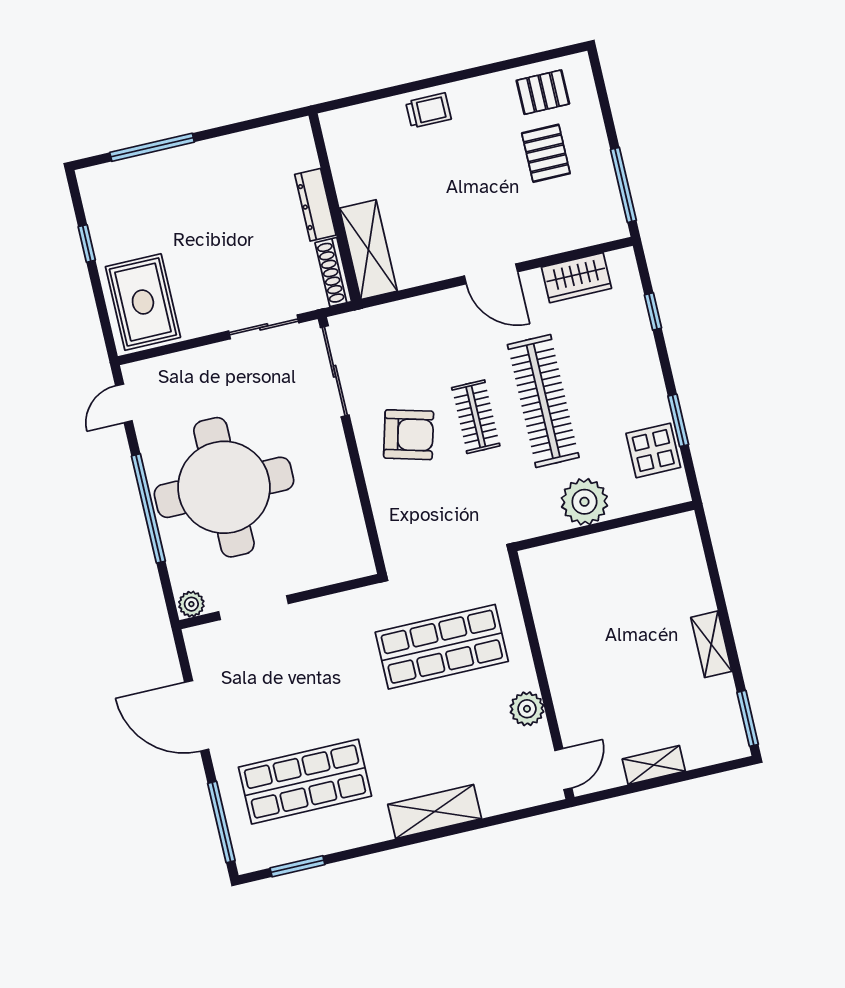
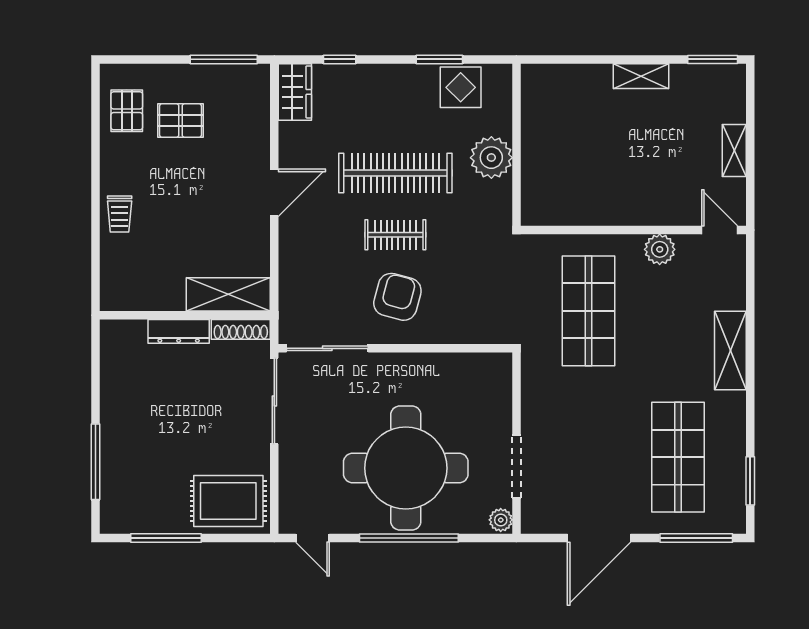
trolley: (428, 110) -> (120, 214), turned 180
window: (87, 243) -> (166, 538), width x2.17
wardrobe: (576, 278) -> (295, 92), moved
sliding door: (264, 327) -> (274, 401), width x1.37

